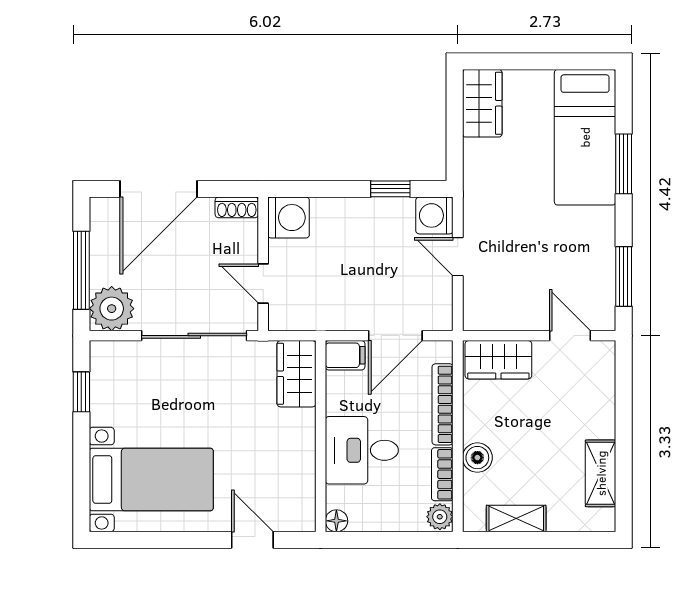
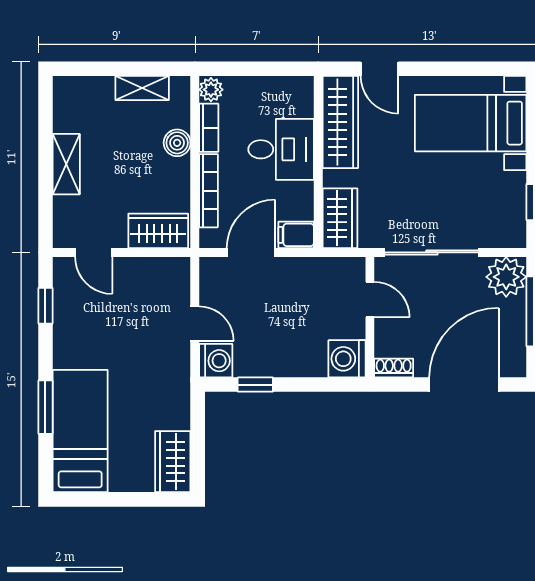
window: (624, 277) -> (45, 306), width x0.67
shelving: (601, 473) -> (66, 164), moved
wardrobe: (296, 481) -> (340, 122), added
floor lamp: (336, 521) -> (304, 86), removed

